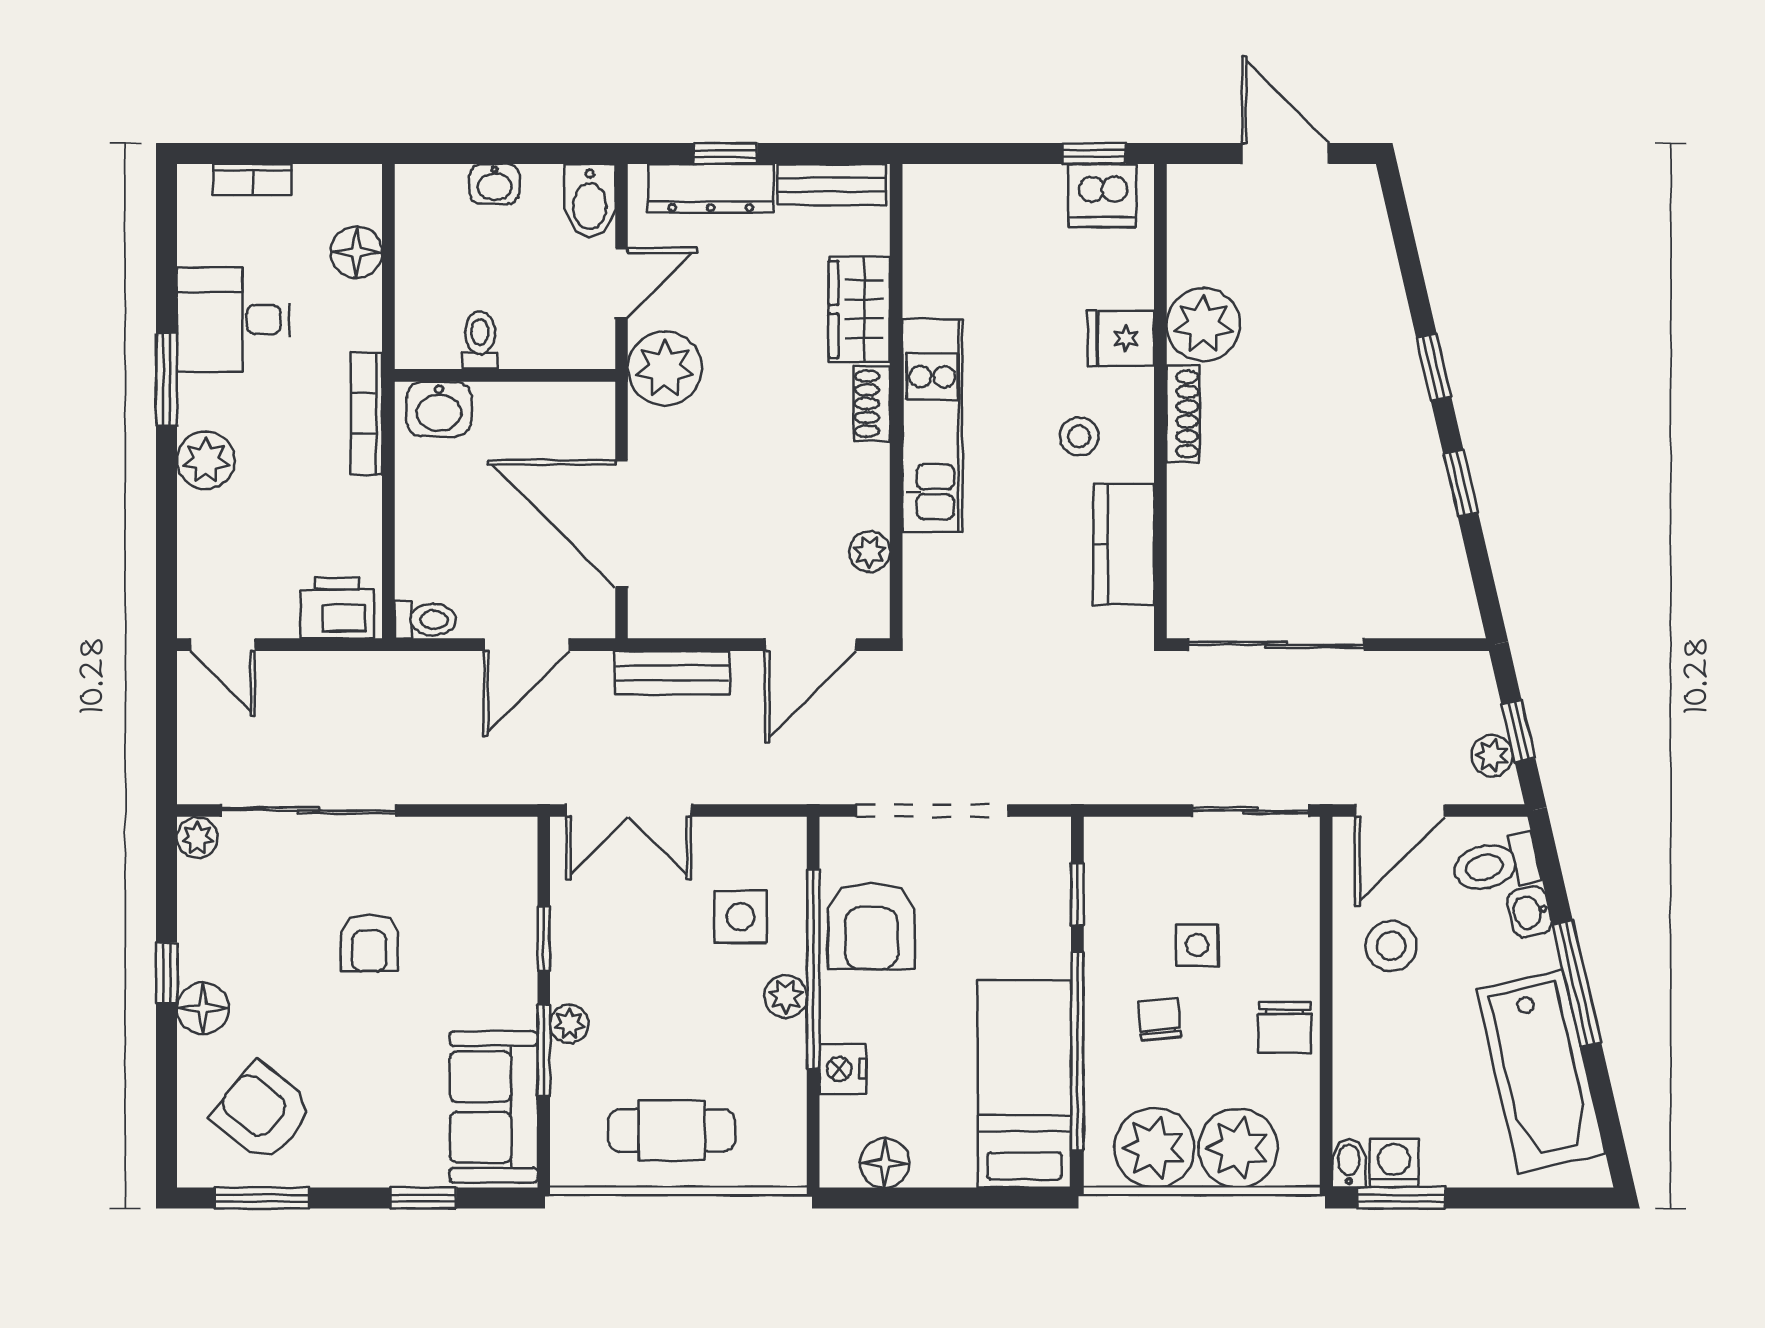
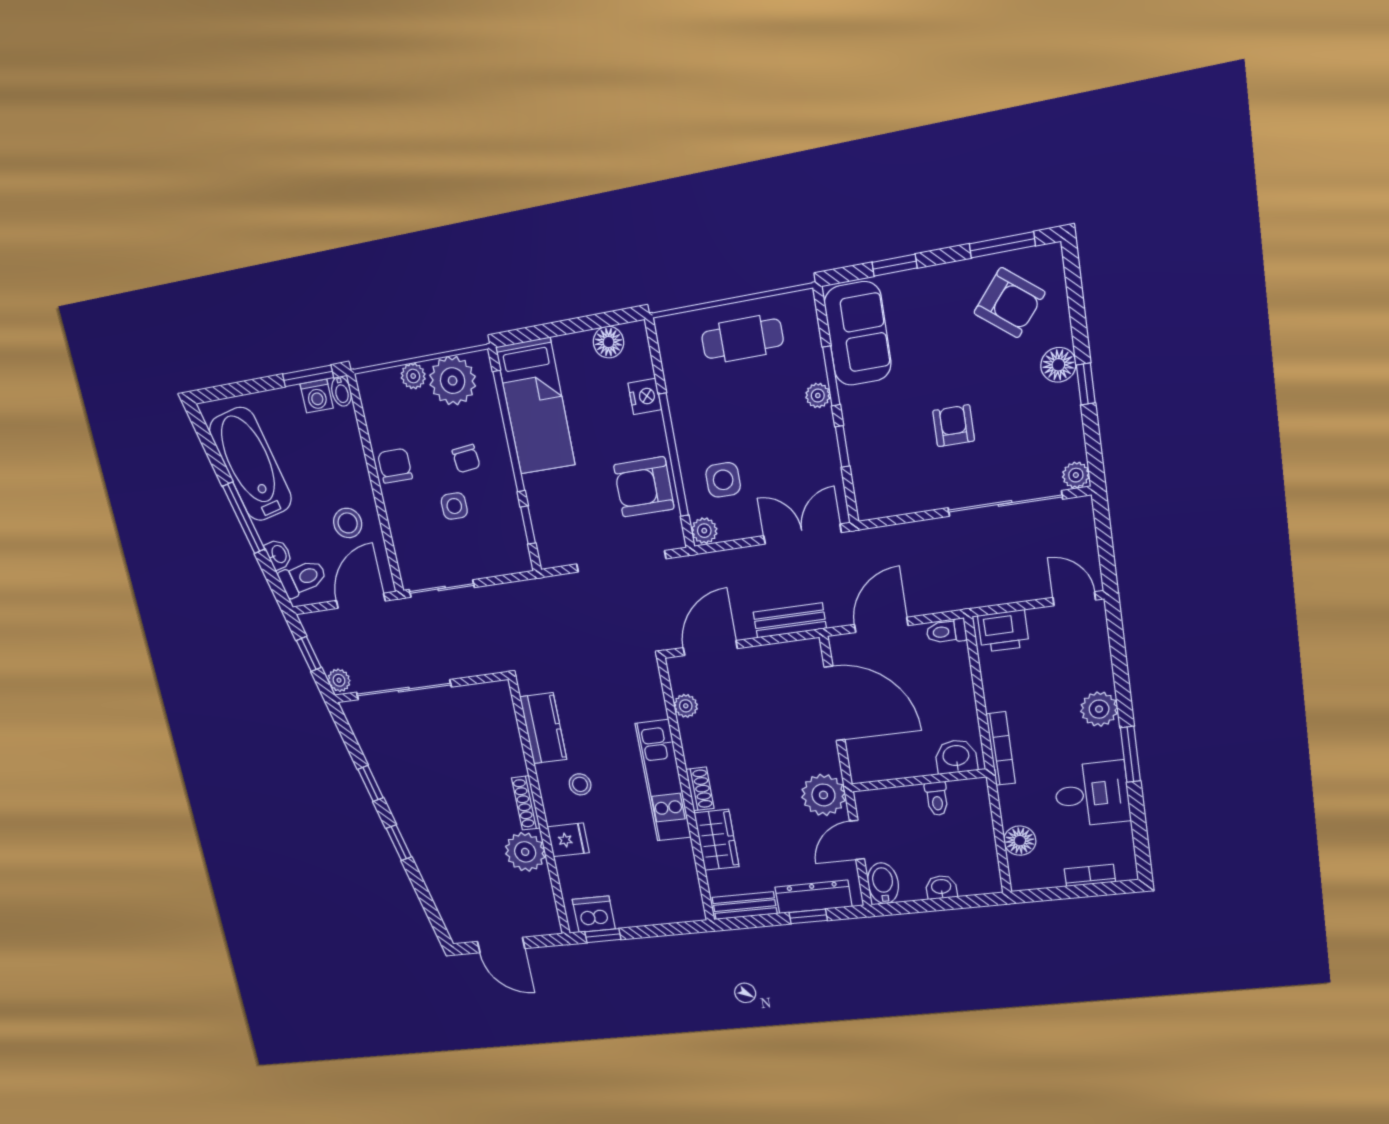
sliding door: (1276, 645) -> (404, 690), moved
plant: (1492, 755) -> (339, 680), moved
armchair: (871, 926) -> (644, 487), turned -90
plant: (786, 996) -> (704, 531), moved
plant: (1238, 1148) -> (413, 376), width x0.53, depth x0.53

